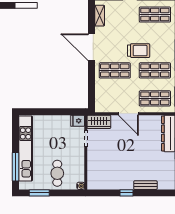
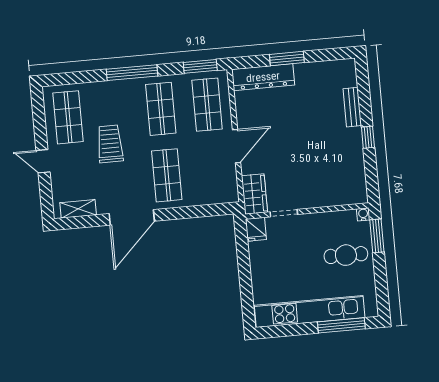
trolley: (139, 51) -> (110, 144), moved
window: (39, 193) -> (377, 236), moved

